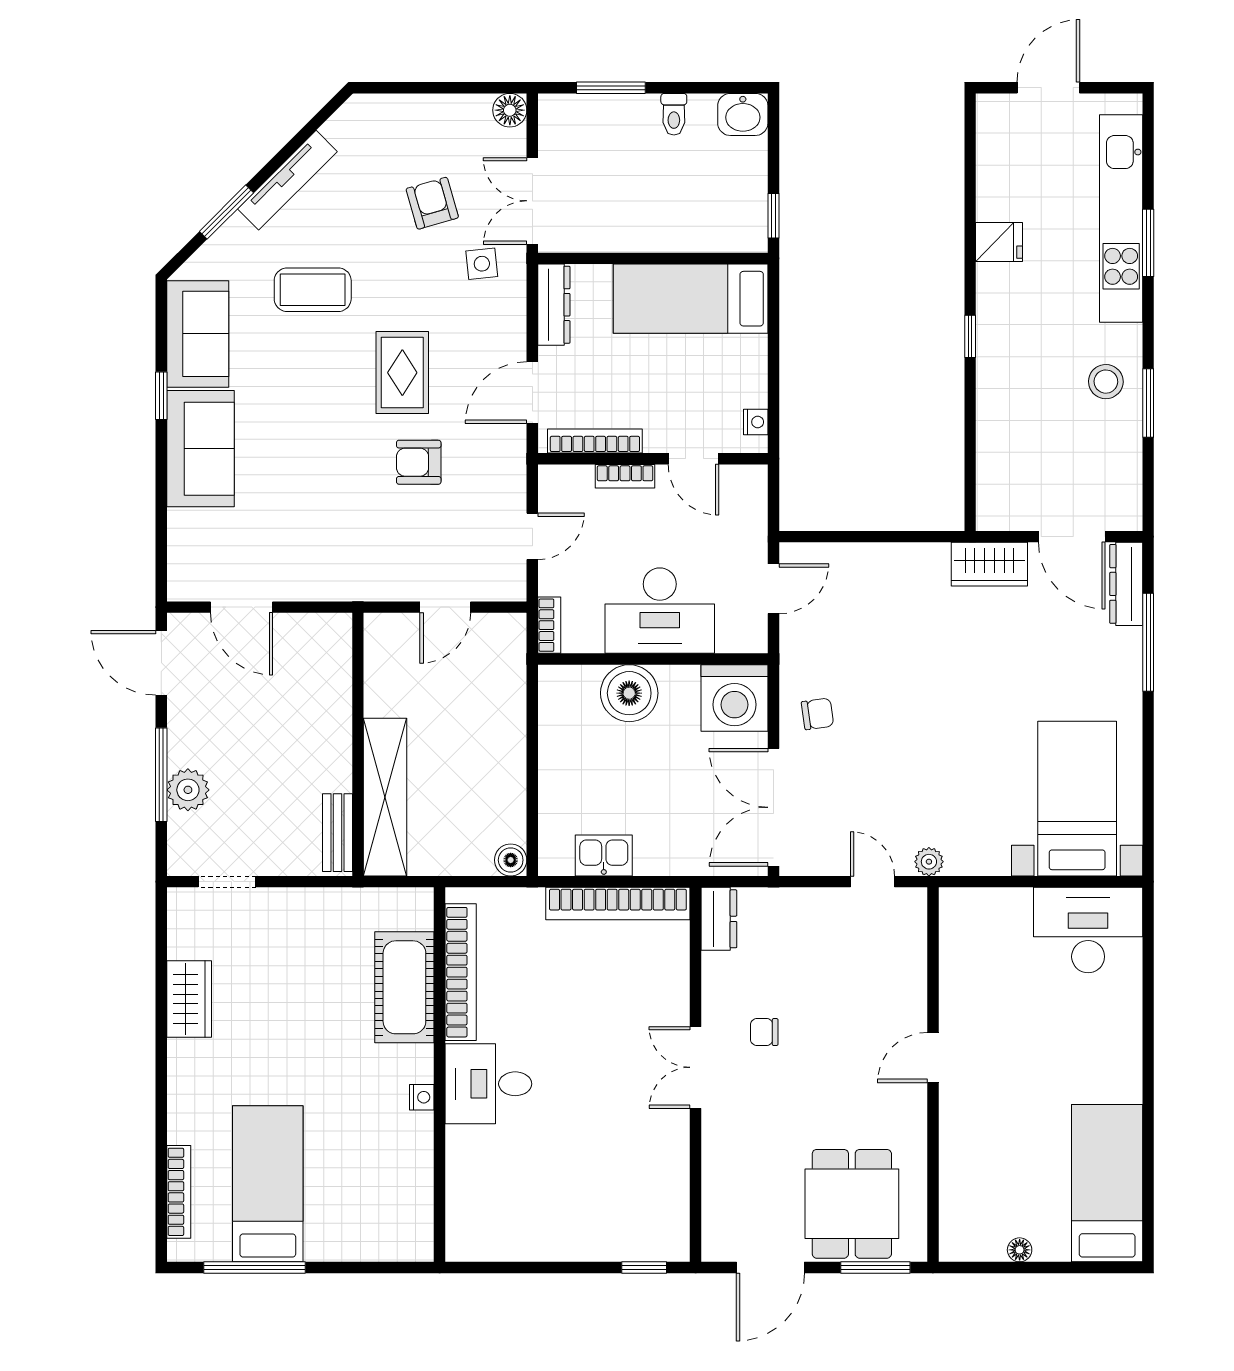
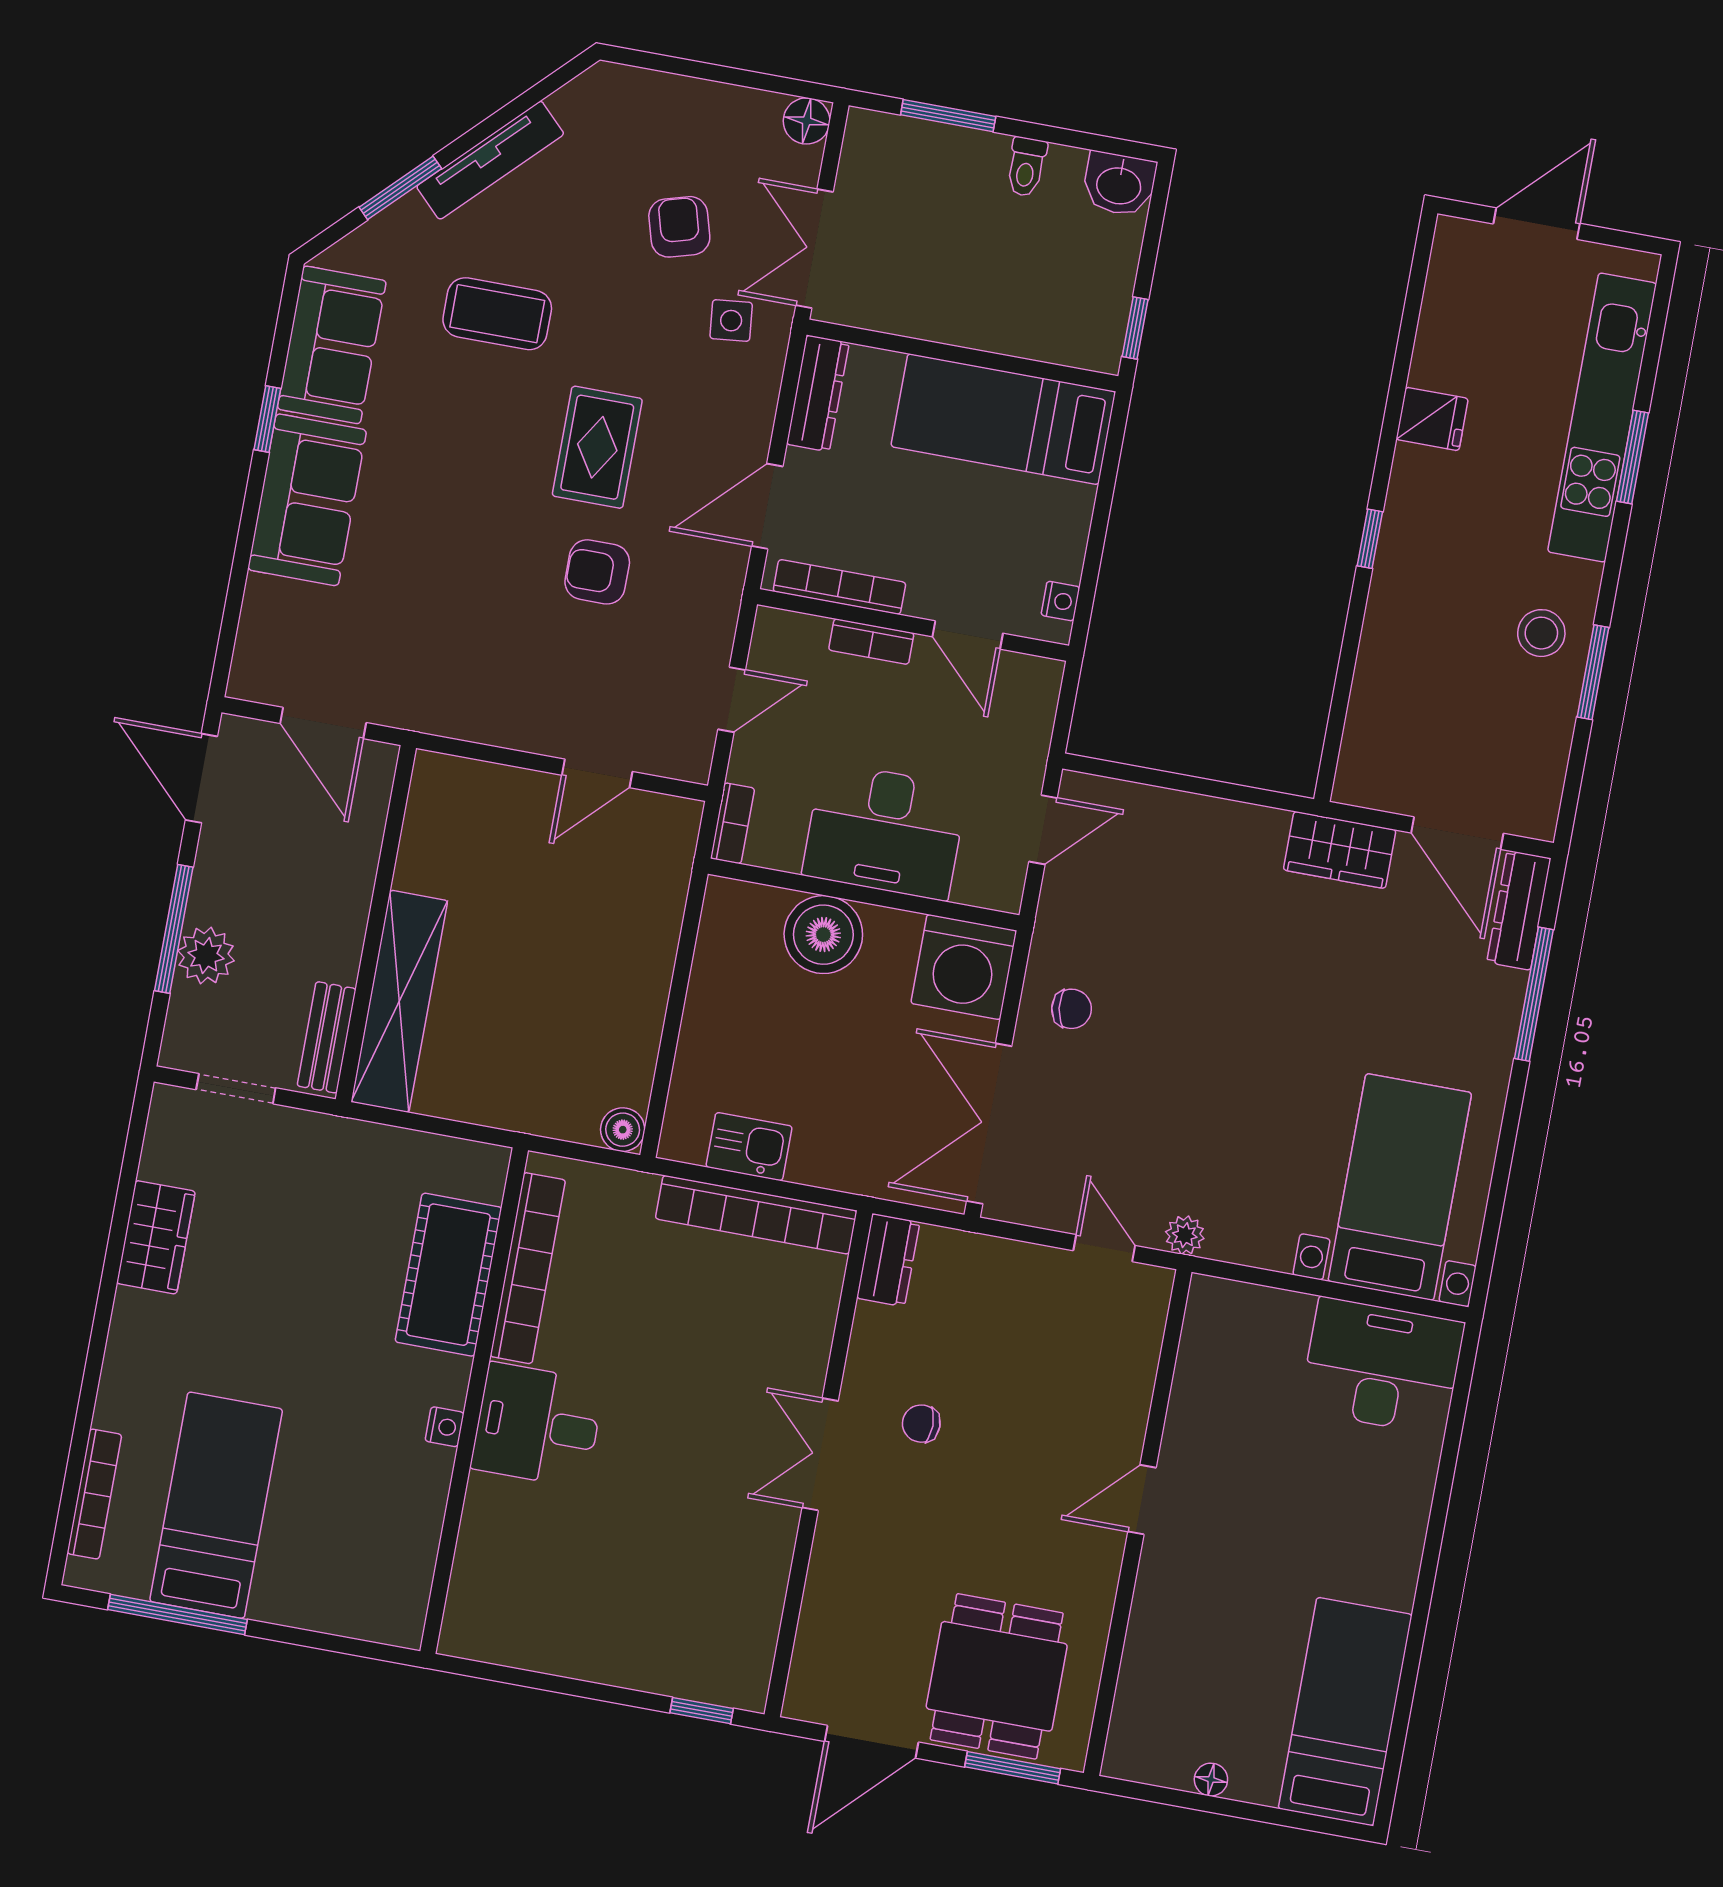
wall: (358, 744) -> (376, 924), moved
shelving: (385, 797) -> (399, 1001), moved
bench: (337, 833) -> (327, 1037), moved

